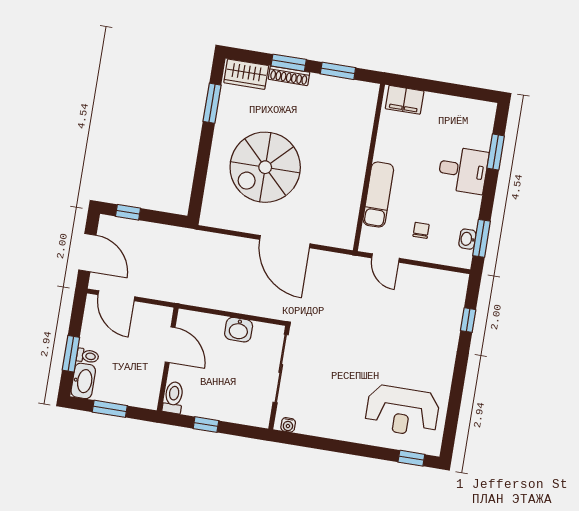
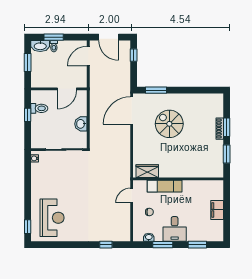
wardrobe: (246, 74) -> (147, 171), moved, turned 90
filing cabinet: (405, 100) -> (217, 210), moved
window: (212, 103) -> (156, 90), moved
spiral stairs: (265, 167) -> (169, 124), width x0.73, depth x0.73
desk: (463, 170) -> (175, 229), moved
window: (482, 238) -> (163, 245), moved
door: (285, 242) -> (132, 110), moved
door: (87, 253) -> (109, 37), hinge flipped
toilet: (173, 397) -> (39, 108), moved
reception desk: (402, 411) -> (52, 218), turned 180

